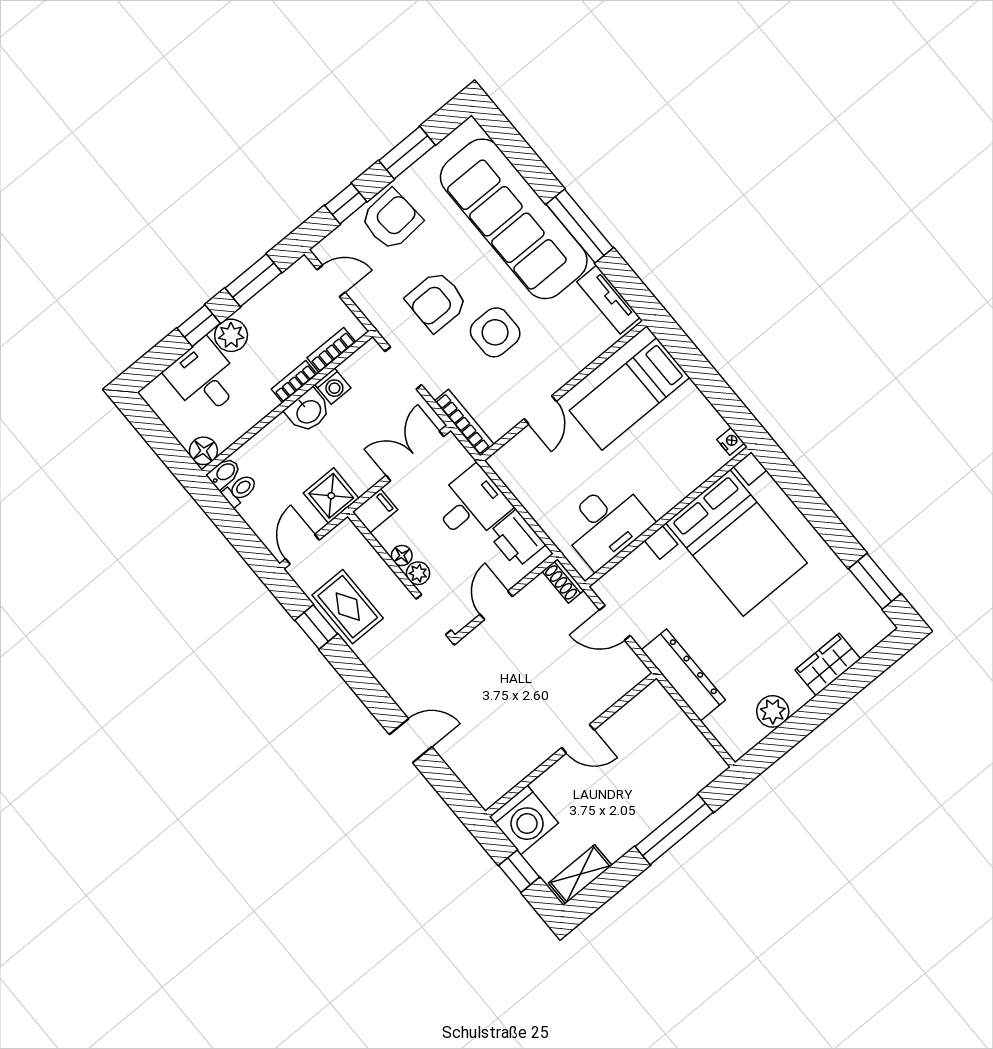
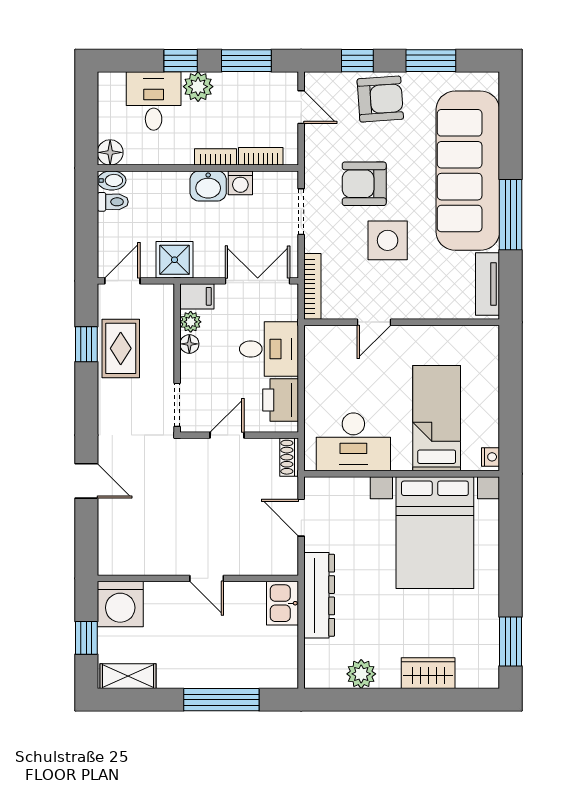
bed: (629, 394) -> (437, 418), moved, turned 90
plant: (418, 573) -> (191, 322), moved
kitchen sink: (658, 707) -> (282, 603), added

